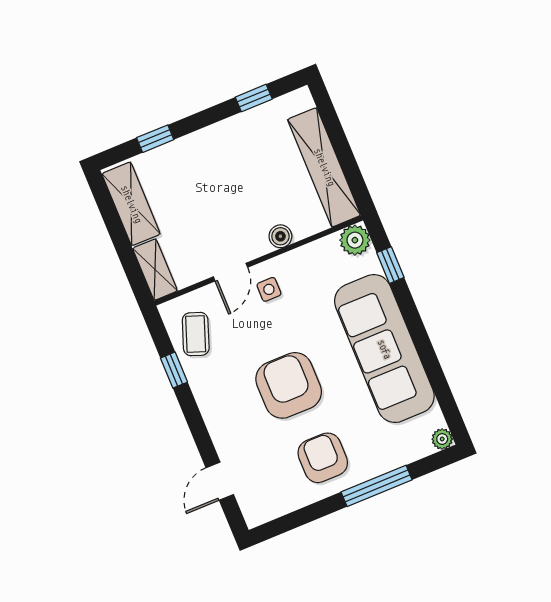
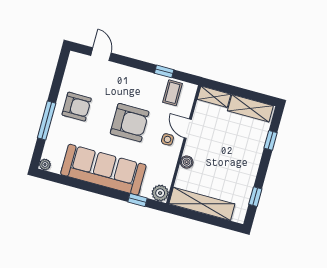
coffee table: (196, 334) -> (173, 93), turned 70
armchair: (289, 385) -> (130, 123), moved

